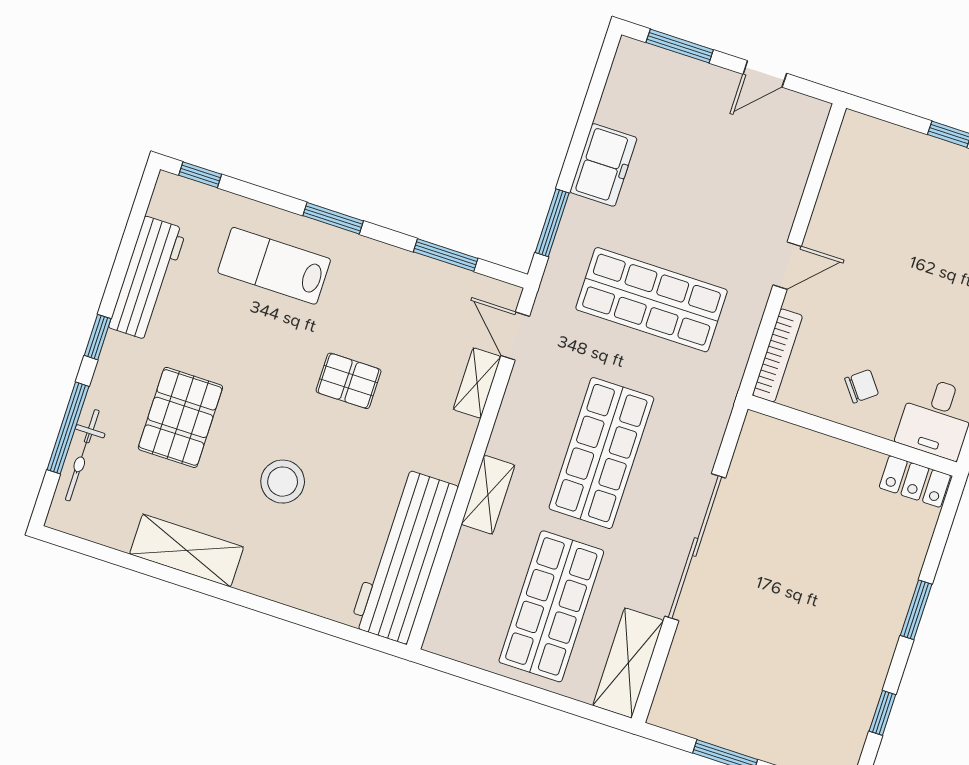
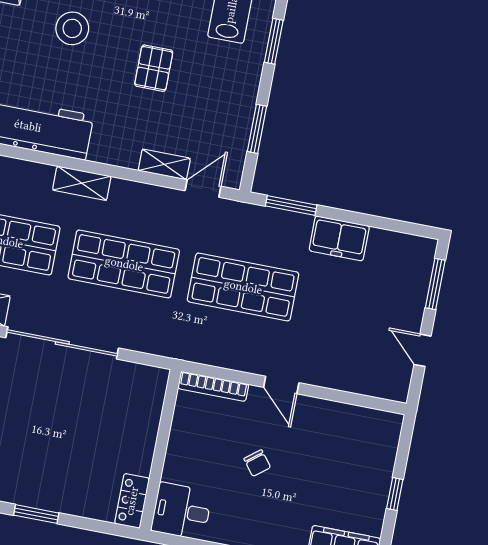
shop shelf: (652, 300) -> (243, 287), turned 90
chair: (862, 386) -> (257, 463), moved

